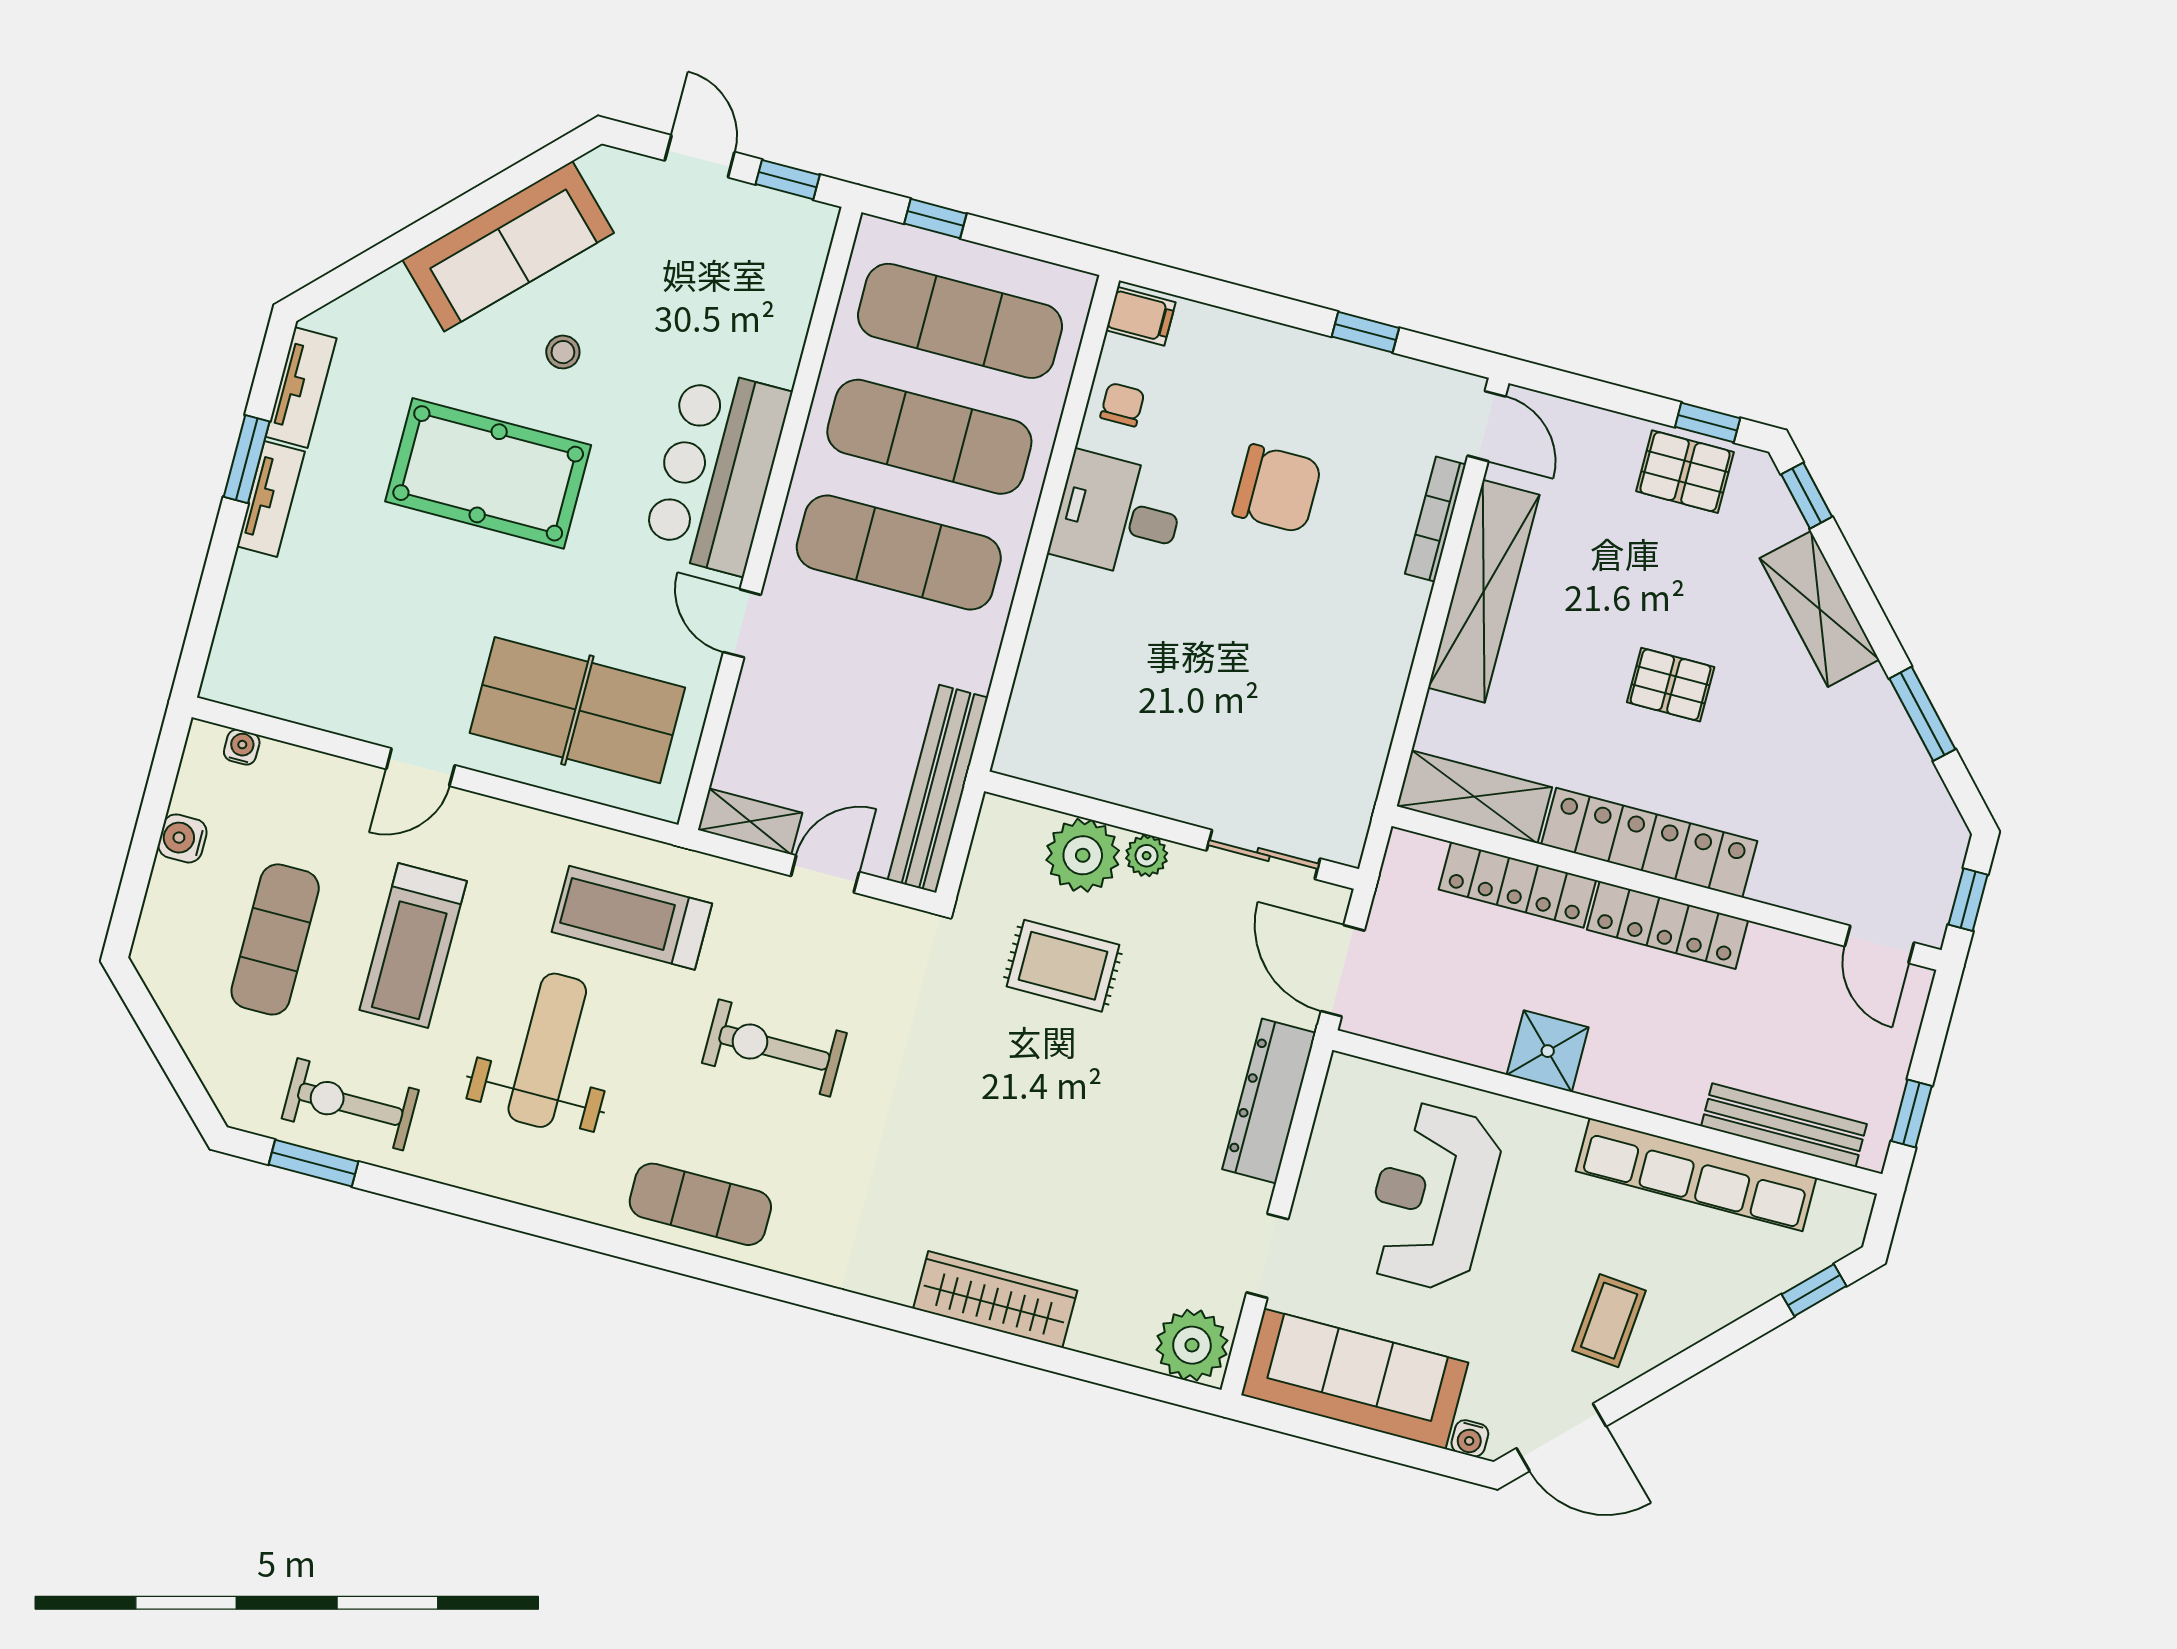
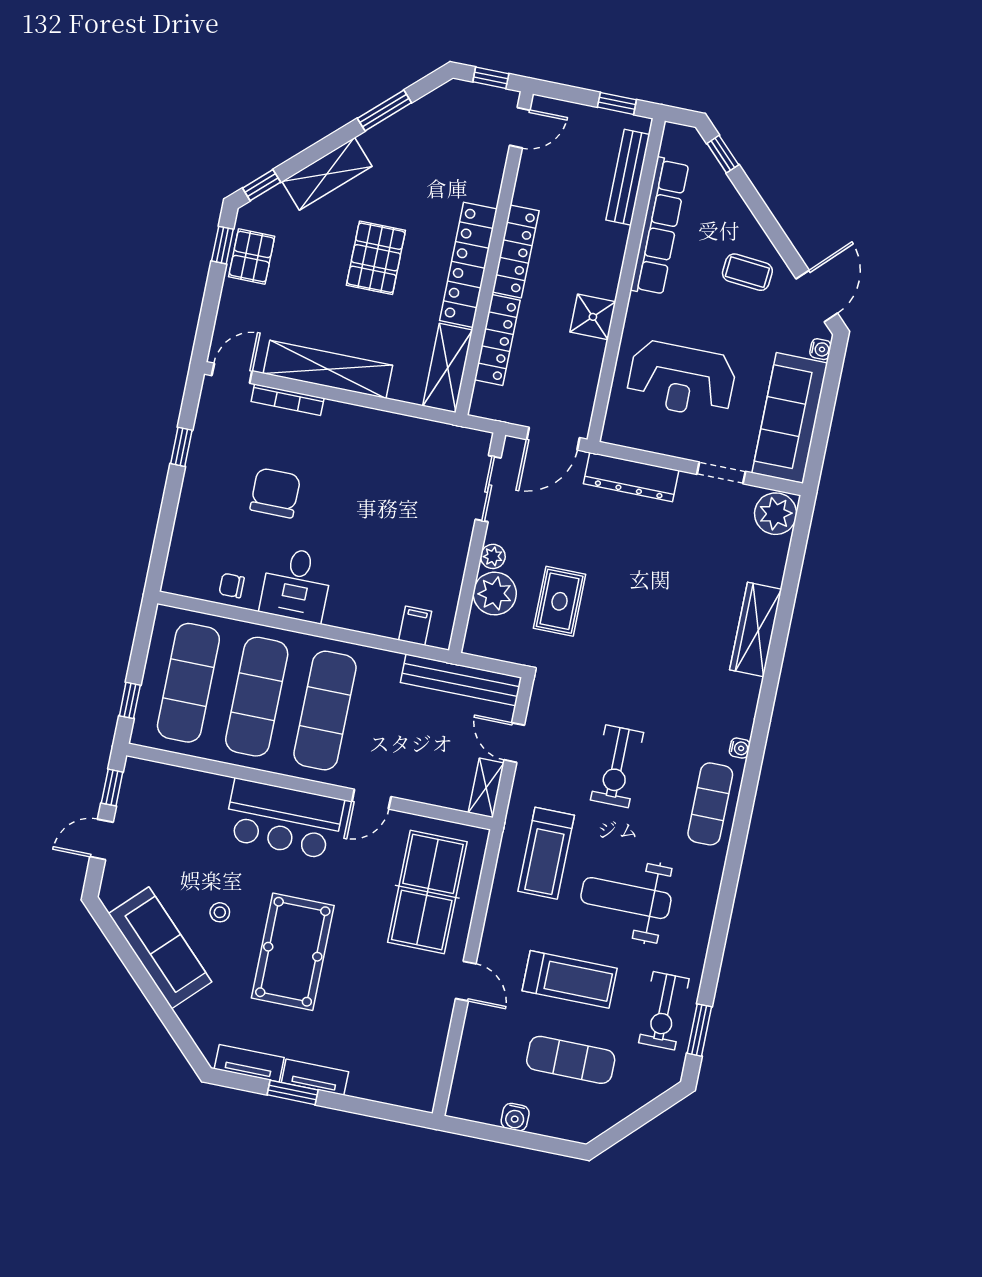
filing cabinet: (1141, 316) -> (415, 626), moved
pallet: (1671, 685) -> (376, 258), width x1.50, depth x1.42
water cooler: (242, 747) -> (740, 748), moved, turned 180

